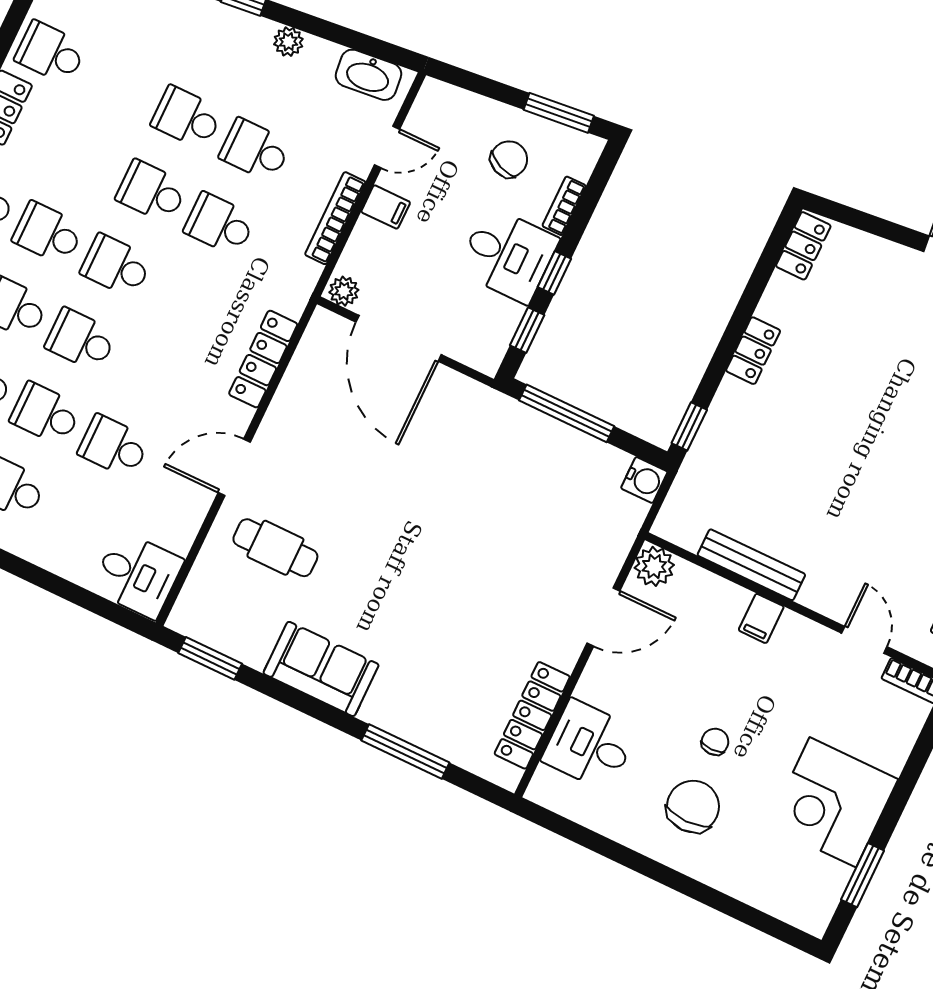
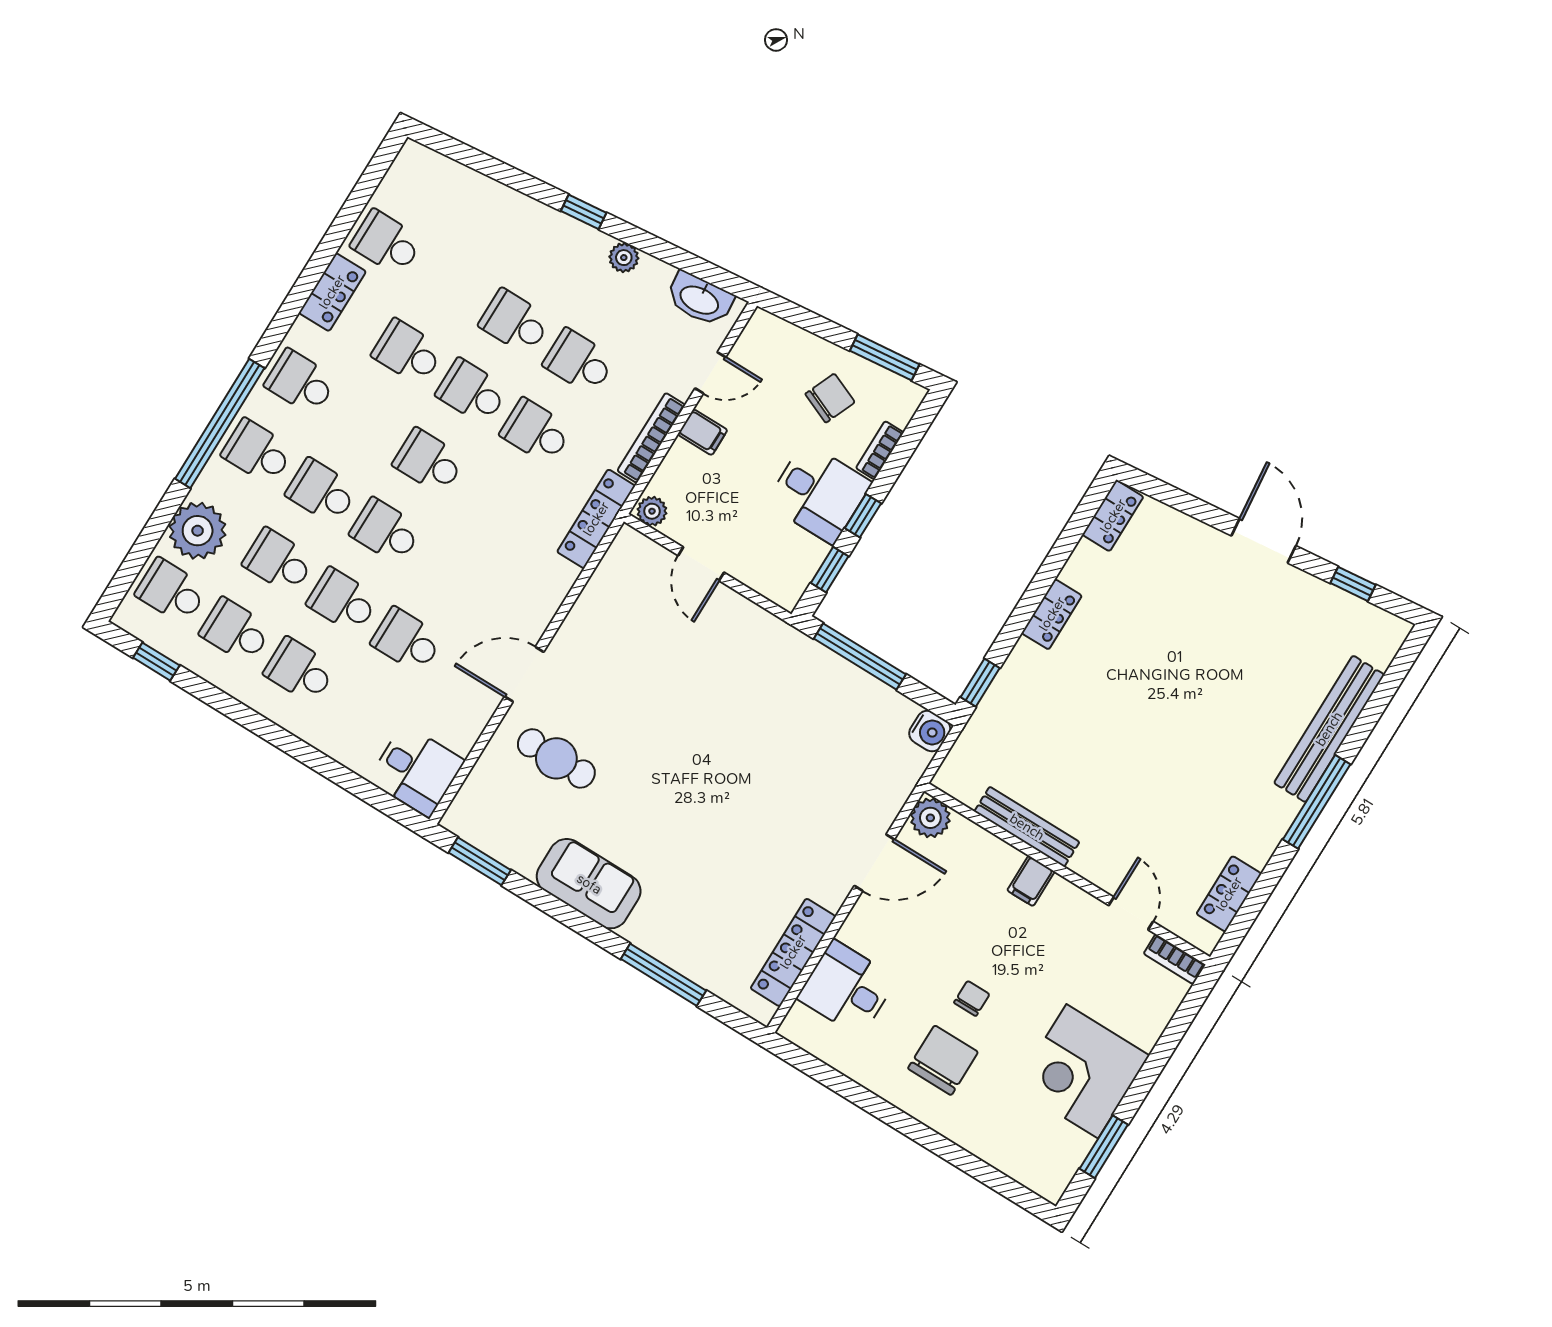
school desk: (48, 233) -> (408, 352), moved
door: (399, 338) -> (701, 564), width x0.53
locker: (263, 359) -> (596, 519), moved

